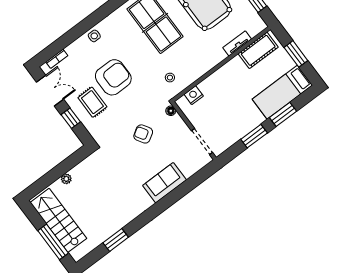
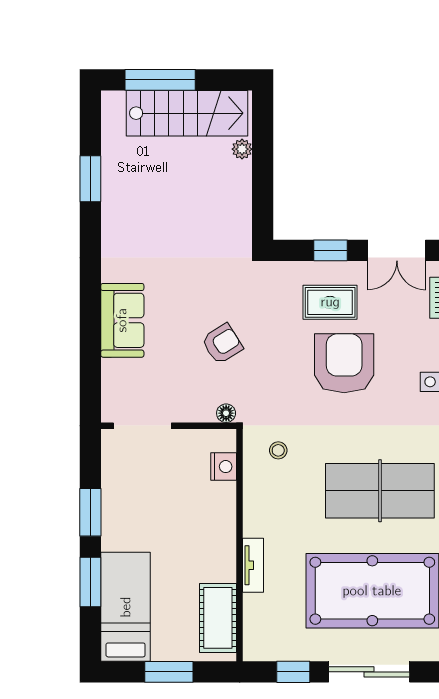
tv unit: (237, 43) -> (253, 565), moved
armchair: (113, 77) -> (344, 363), turned 180
plant: (66, 179) -> (242, 149), moved

